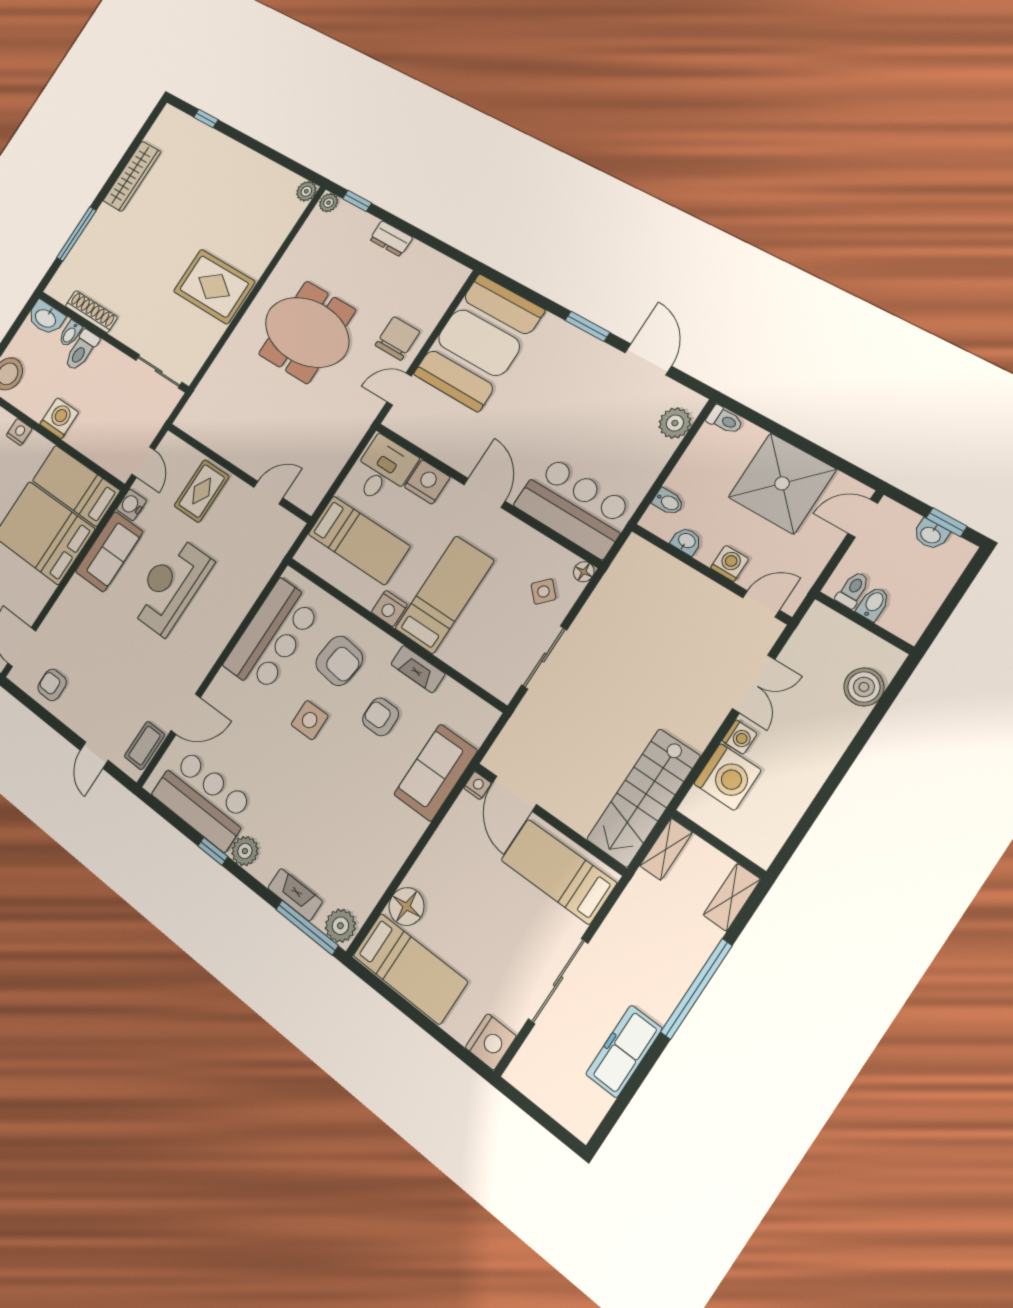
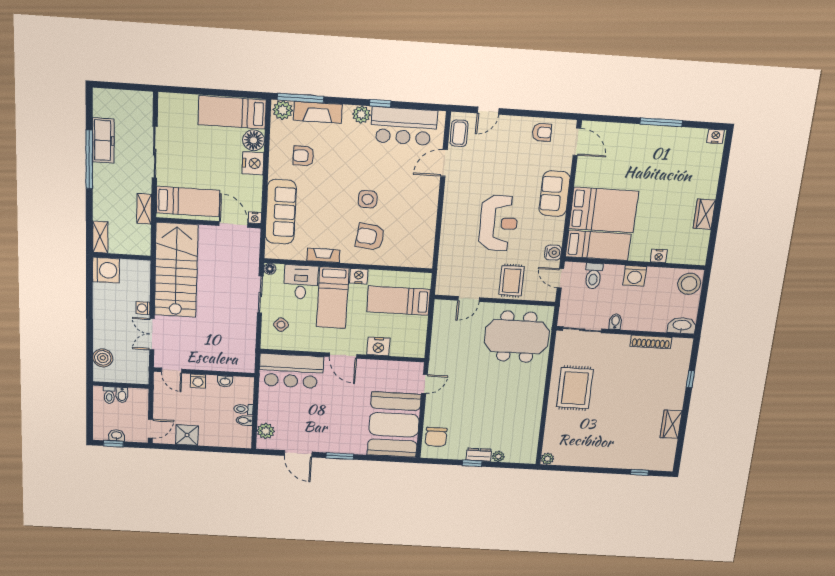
wardrobe: (132, 176) -> (671, 424), width x0.67
window: (357, 201) -> (472, 463), moved
plant: (329, 203) -> (498, 456), moved
window: (76, 234) -> (690, 379), width x0.46
rug: (214, 287) -> (575, 388), turned 90
meeting table: (307, 332) -> (517, 337), moved
bidet: (70, 334) -> (615, 322), moved
chair: (397, 338) -> (436, 437), moved
toilet: (82, 350) -> (593, 276), moved, turned 180
toilet: (725, 420) -> (243, 409), moved
desk: (383, 470) -> (301, 282), moved, turned 180
shower: (782, 483) -> (187, 435), width x0.54, depth x0.54
bidet: (668, 502) -> (244, 420), moved
sofa: (109, 552) -> (555, 194), moved
floor lamp: (584, 572) -> (270, 269), moved
toilet: (853, 590) -> (109, 395), moved
door: (761, 604) -> (172, 371), hinge flipped
bar counter: (272, 636) -> (418, 229), removed
armchair: (381, 717) -> (303, 156), moved, turned 180
door: (94, 755) -> (488, 111), swing flipped
sofa: (436, 773) -> (281, 212), width x1.36
washing machine: (727, 777) -> (106, 270), moved, turned 180
stairs: (643, 798) -> (176, 270), width x1.36, depth x1.51
shelving: (666, 849) -> (144, 209), moved
fireplace: (295, 895) -> (318, 112), width x1.37, depth x1.32
window: (696, 989) -> (89, 159), moved
nightstand: (491, 1042) -> (253, 163), moved, turned 180

